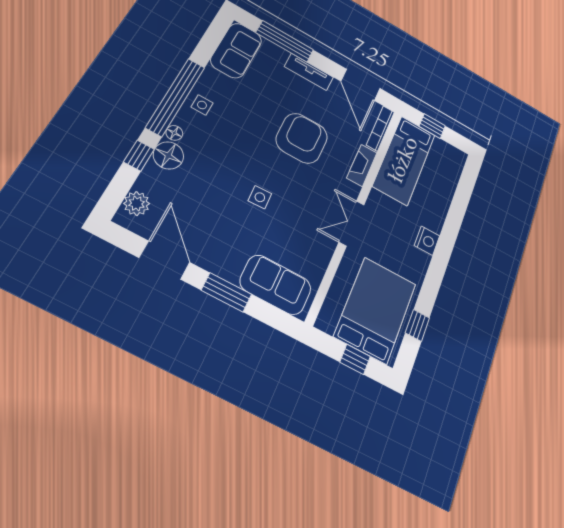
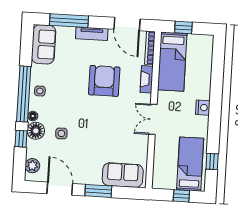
side table: (260, 197) -> (61, 133), moved
bed: (376, 310) -> (190, 164), width x0.67

